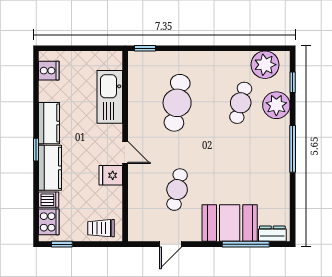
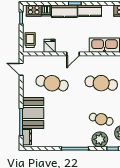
fridge: (111, 175) -> (50, 46), moved
cafe table: (177, 190) -> (52, 83), width x1.37, depth x1.35
door: (171, 244) -> (21, 69), moved

